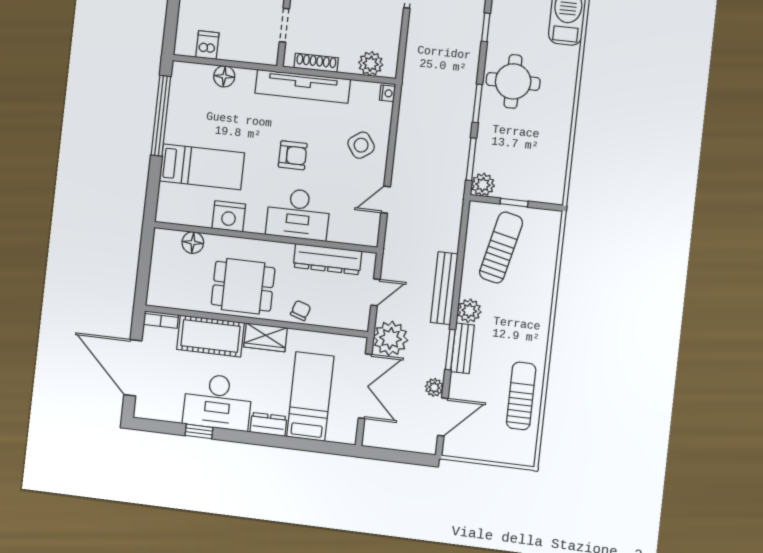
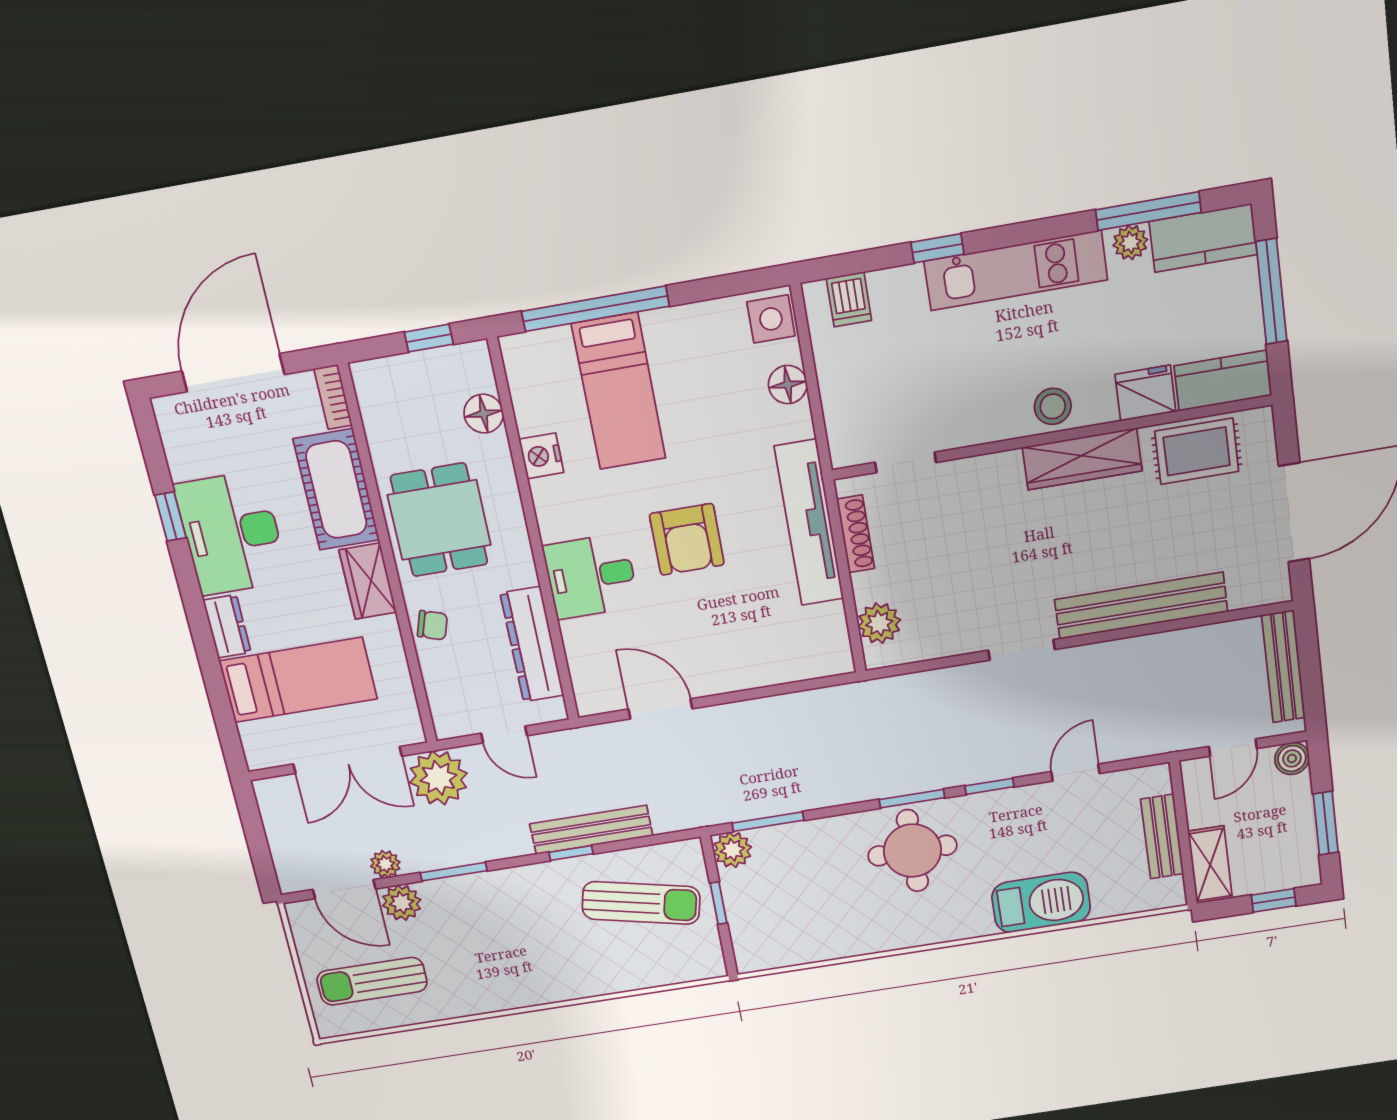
dishwasher: (207, 45) -> (849, 299), moved, turned 90
nightstand: (387, 93) -> (837, 663), removed
window: (477, 103) -> (912, 799), moved
window: (161, 116) -> (595, 309), moved
side table: (361, 145) -> (771, 319), moved, turned 35
armchair: (293, 155) -> (687, 539), width x1.38, depth x1.38
door: (386, 200) -> (660, 709), width x1.38
desk: (298, 214) -> (591, 576), width x0.73
nightstand: (229, 216) -> (541, 456), width x0.74, depth x0.75
window: (145, 258) -> (429, 338), added
window: (458, 278) -> (571, 853), added
bench: (444, 288) -> (591, 830), moved
plant: (469, 311) -> (402, 903), moved
bench: (463, 348) -> (462, 889), removed
sun lounger: (521, 396) -> (372, 981), moved, turned 180

